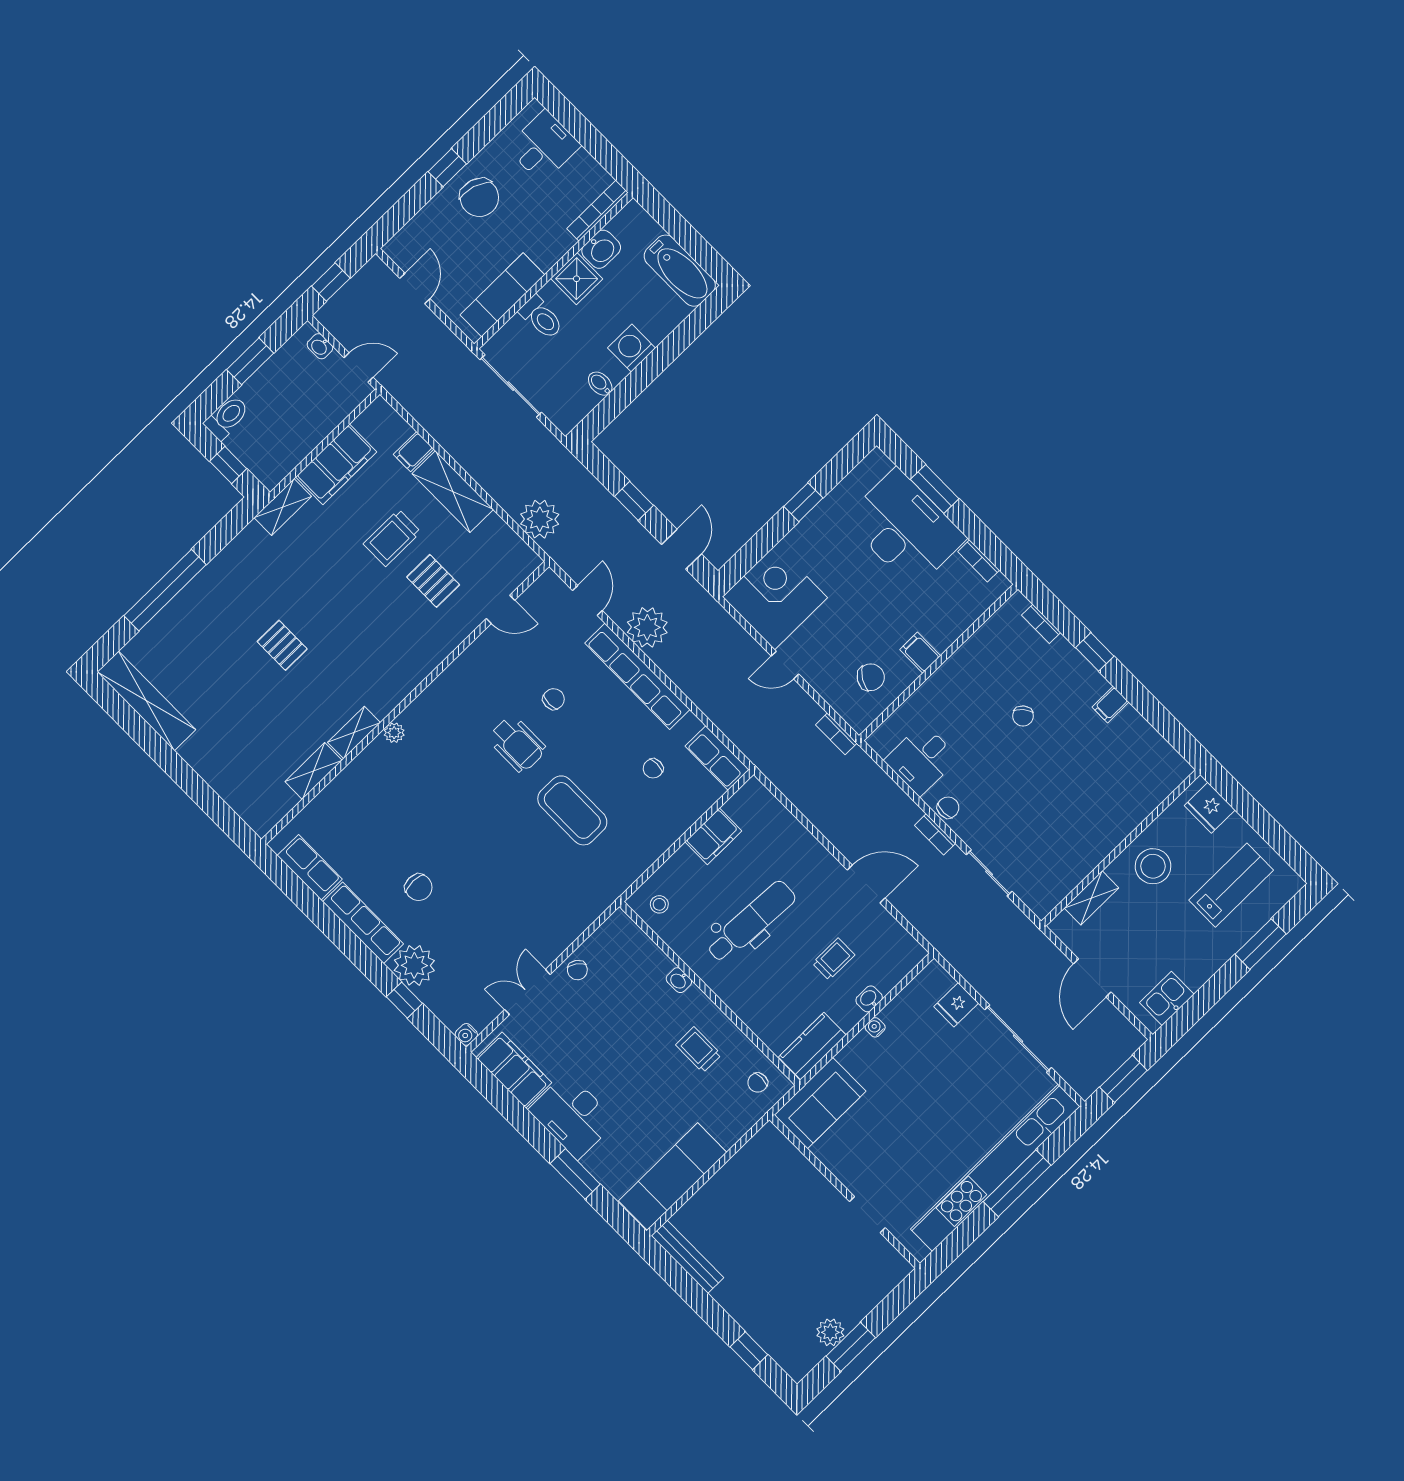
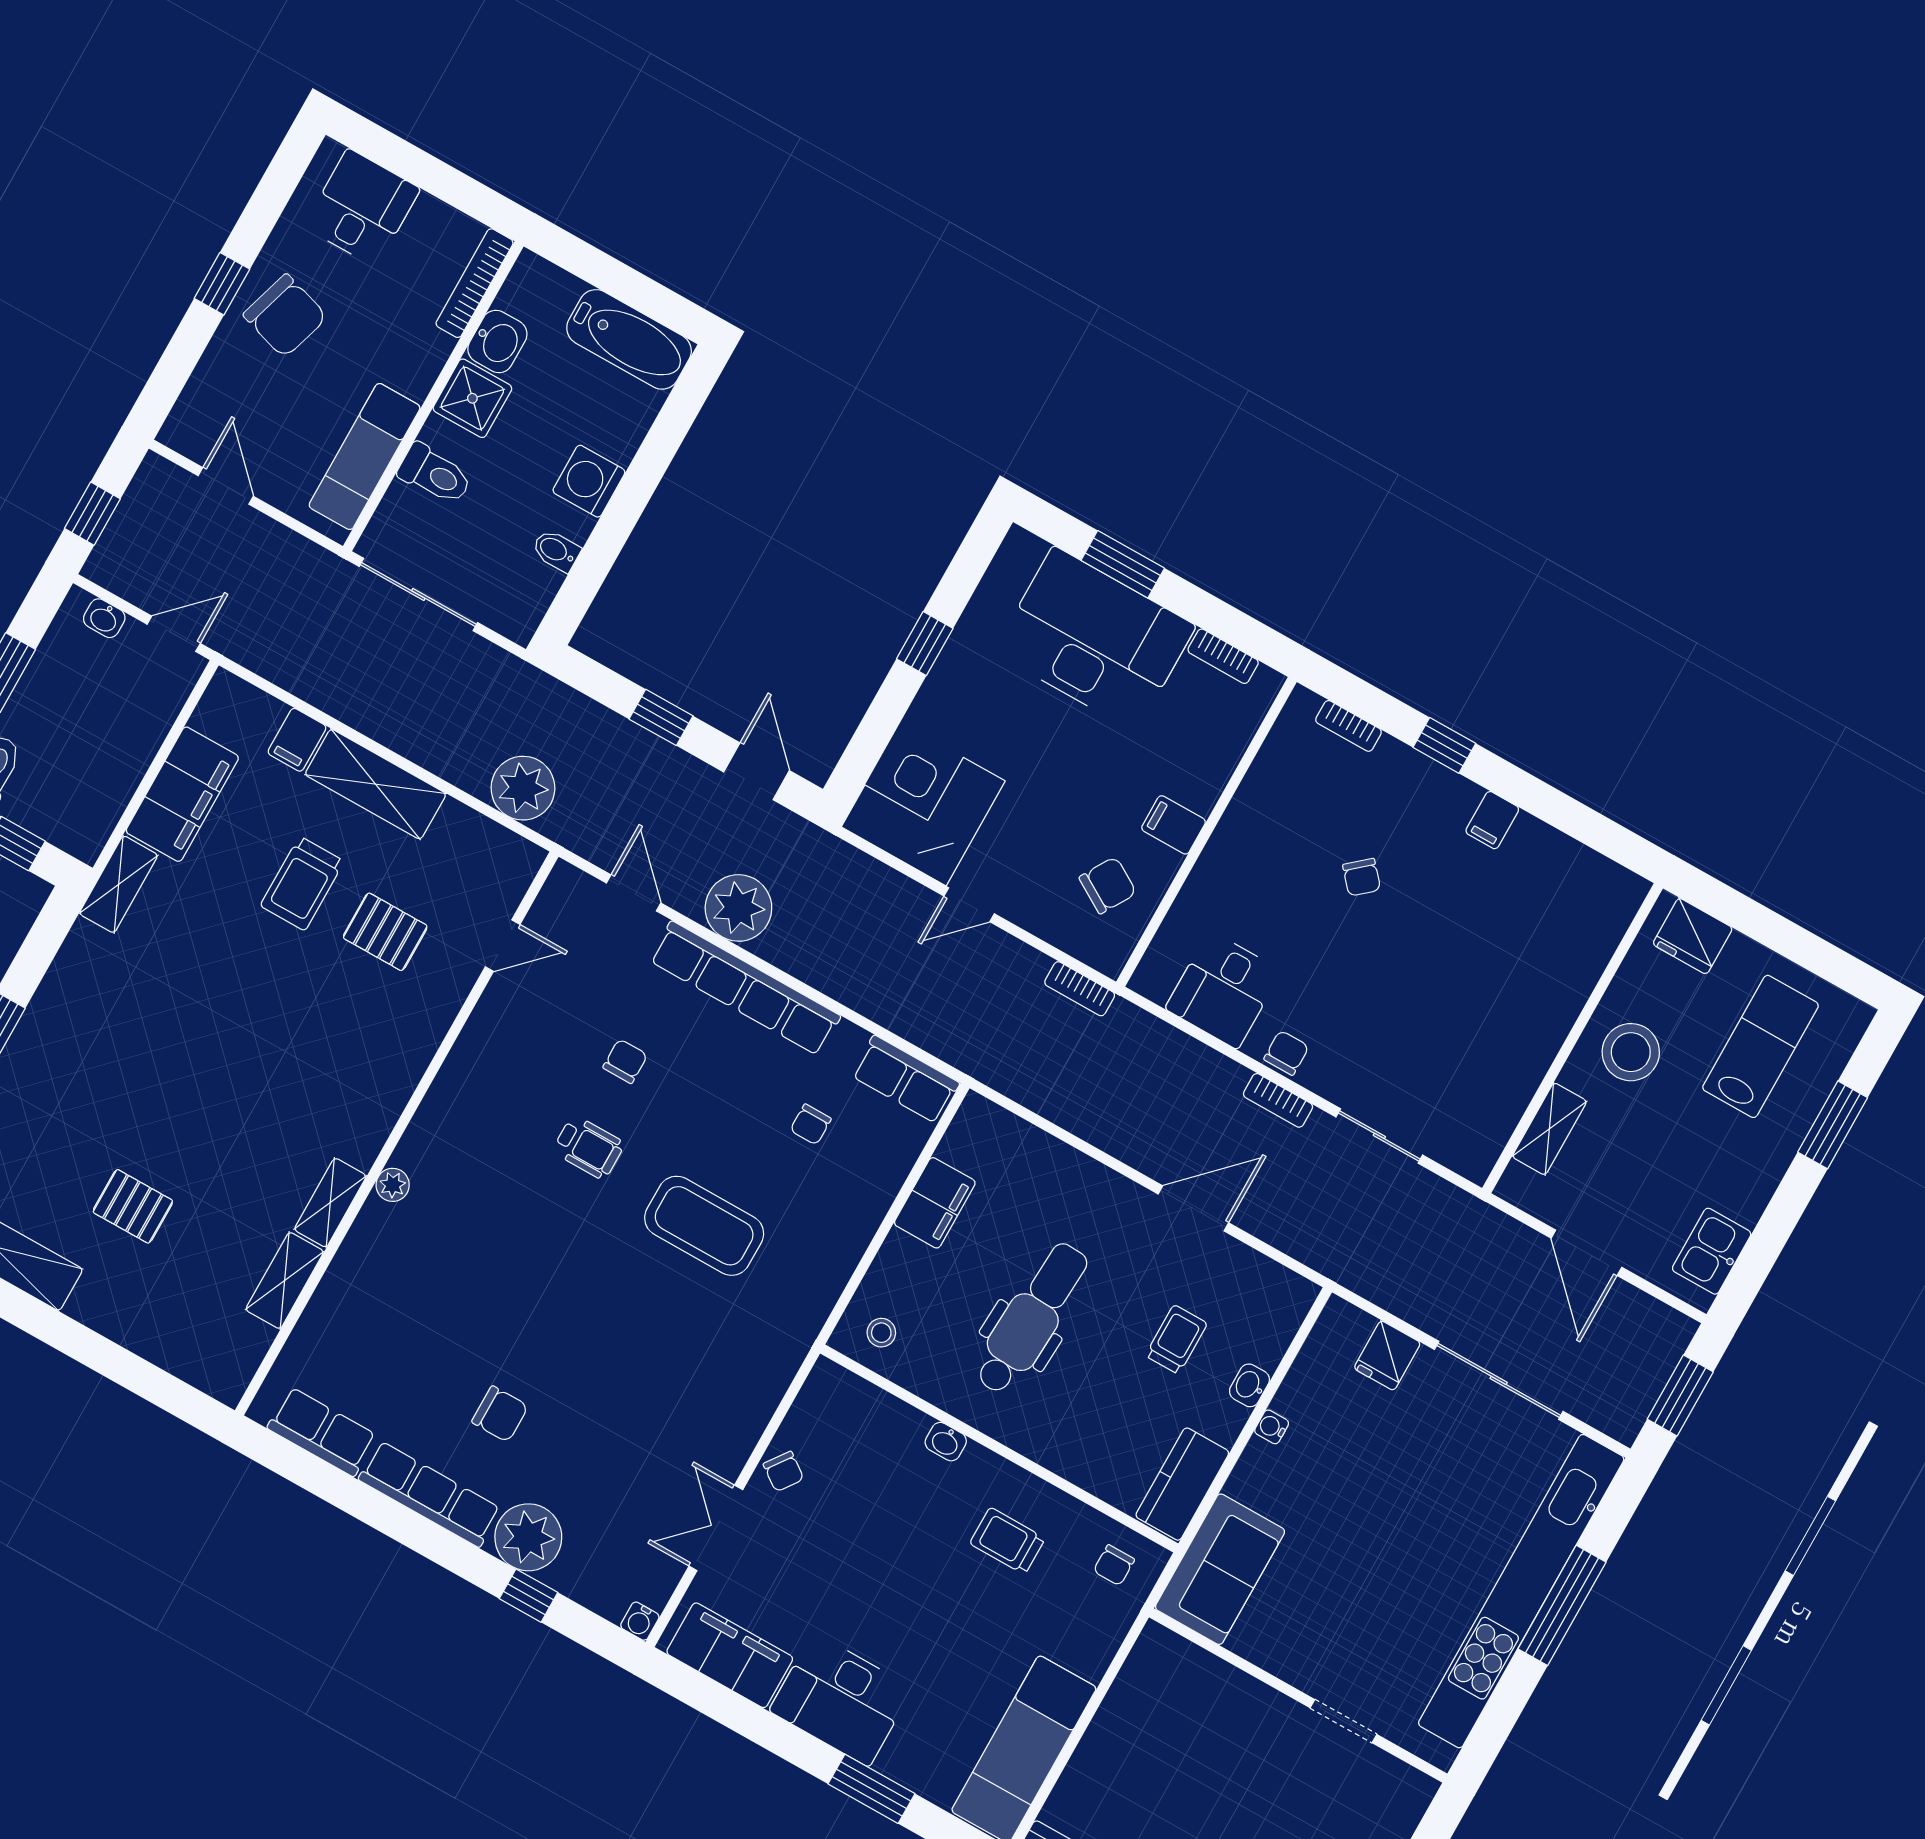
pallet: (282, 645) -> (133, 1206), moved
wheelchair: (517, 744) -> (589, 1147), width x0.73, depth x0.73

